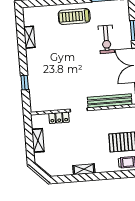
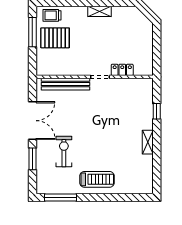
shelving: (29, 37) -> (148, 142), moved
shelving: (38, 140) -> (147, 47), removed

